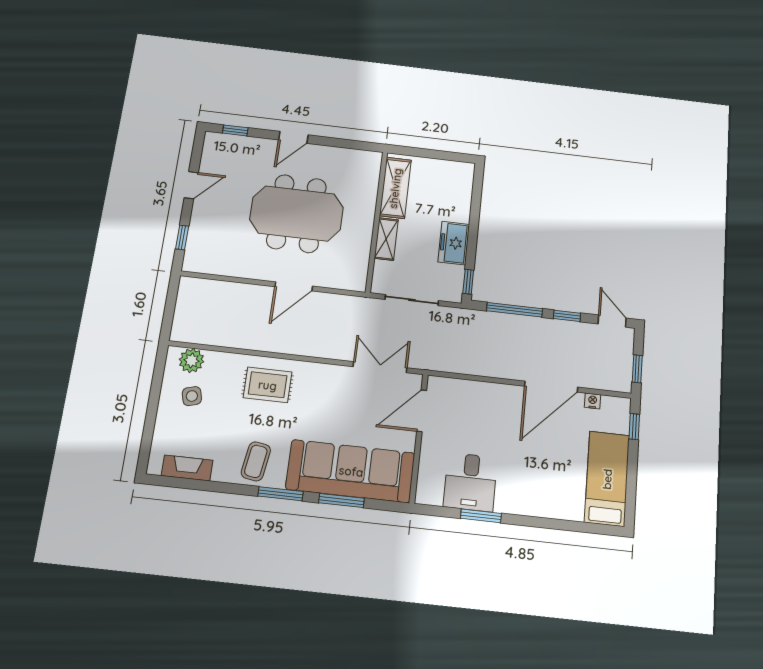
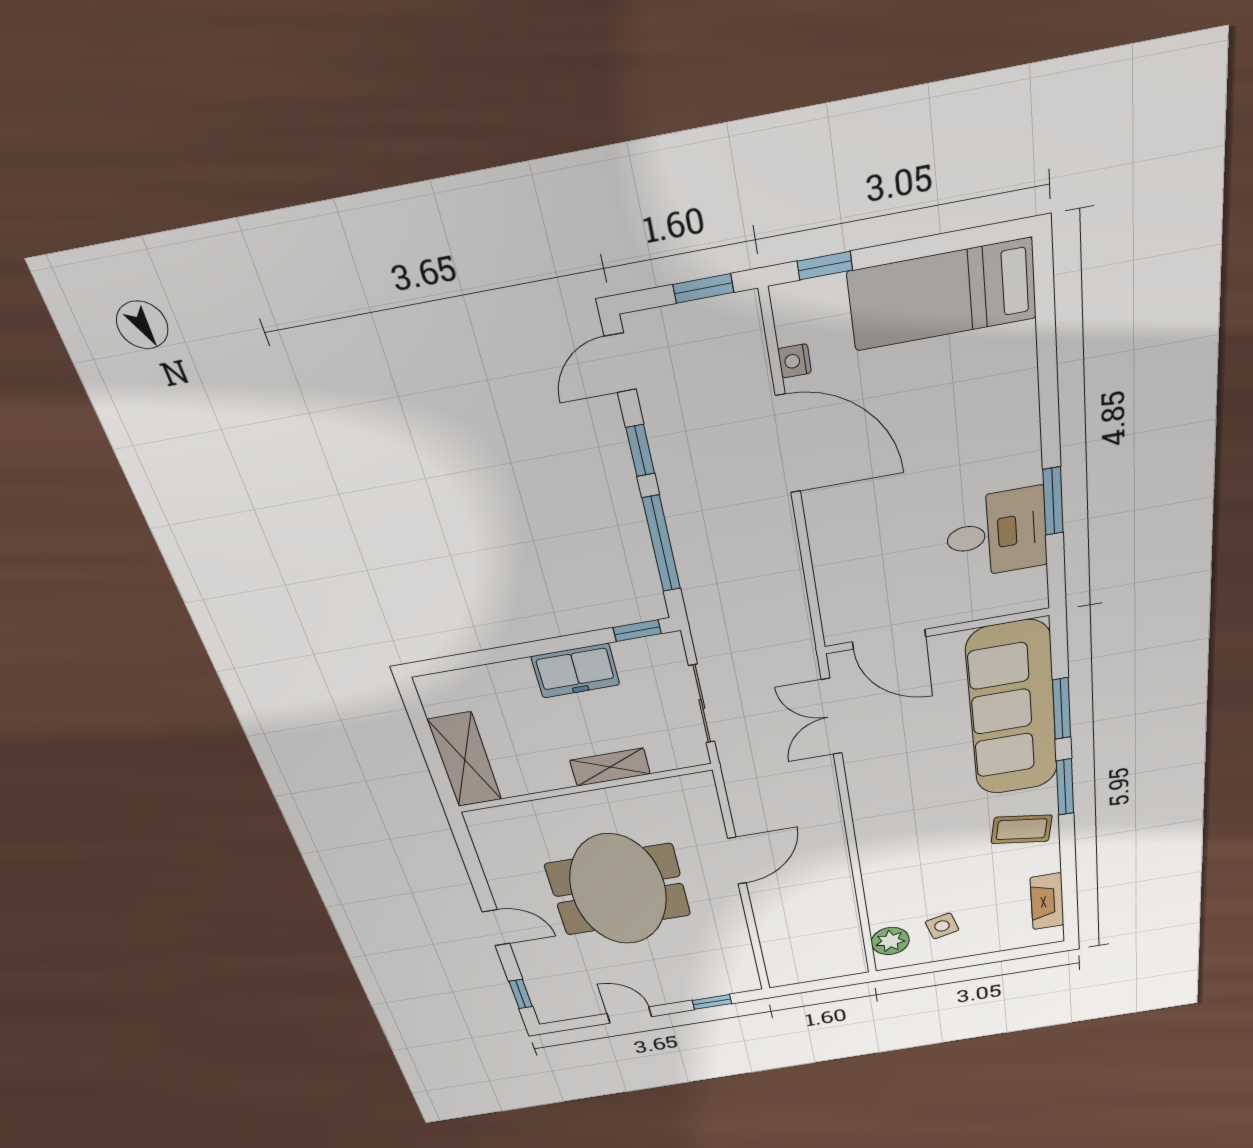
shelving: (395, 188) -> (465, 760), moved, turned 90
door: (294, 286) -> (737, 861), hinge flipped
rug: (268, 385) -> (902, 848), removed

